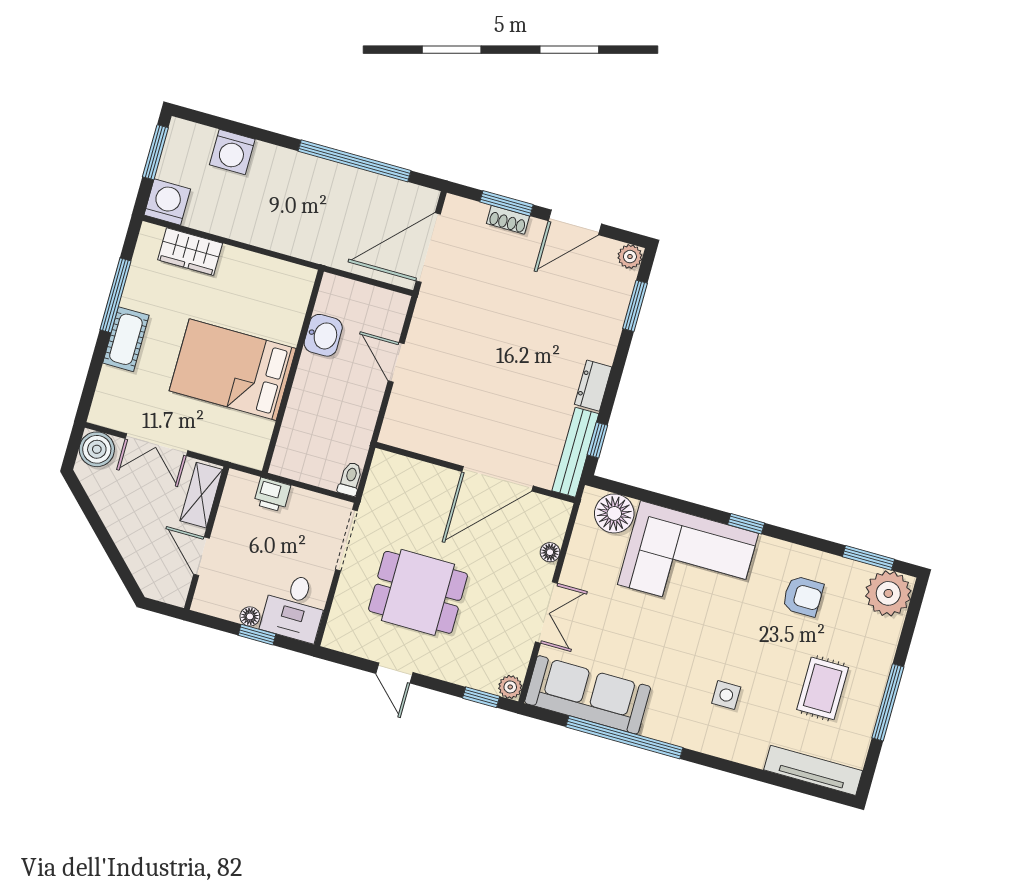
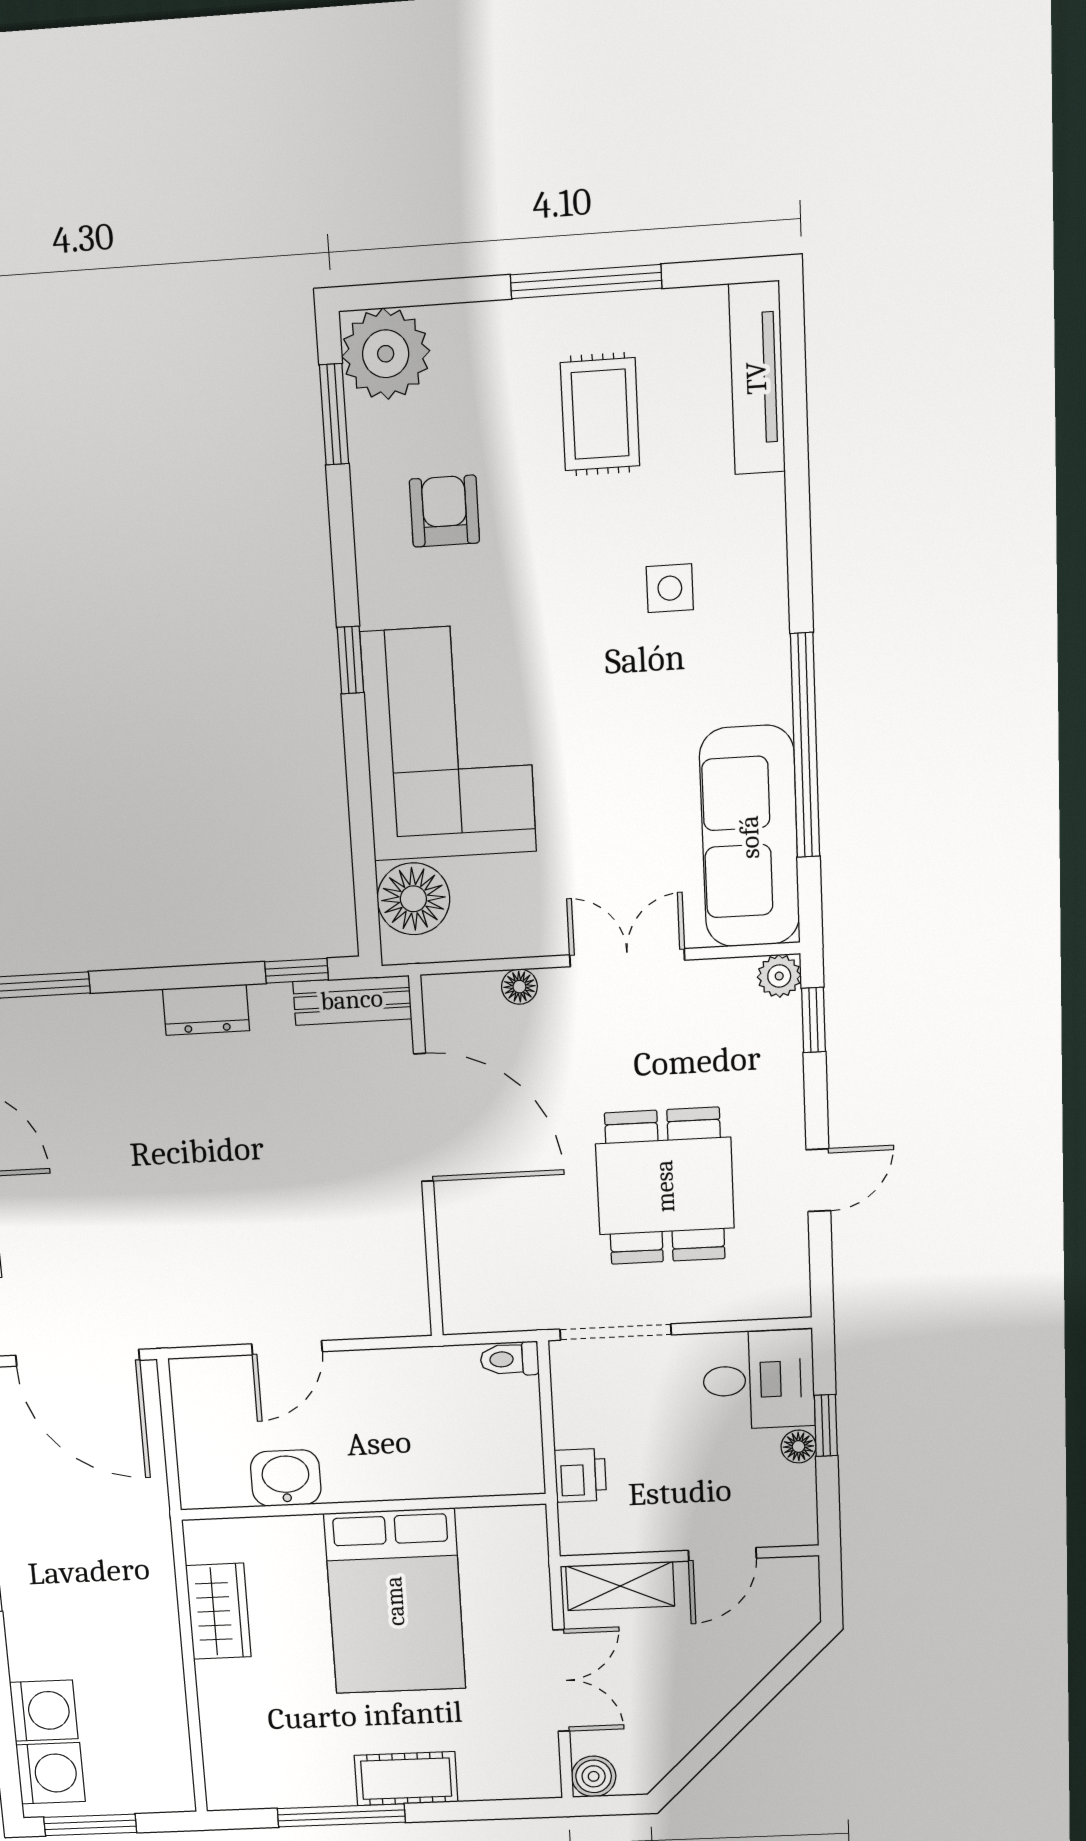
washing machine: (167, 202) -> (51, 1773), moved, turned 180
wardrobe: (190, 252) -> (218, 1611), moved
boiler: (97, 449) -> (594, 1776), width x0.73, depth x0.73
bench: (575, 452) -> (352, 1000), width x0.73
rug: (823, 688) -> (600, 414), turned 90

